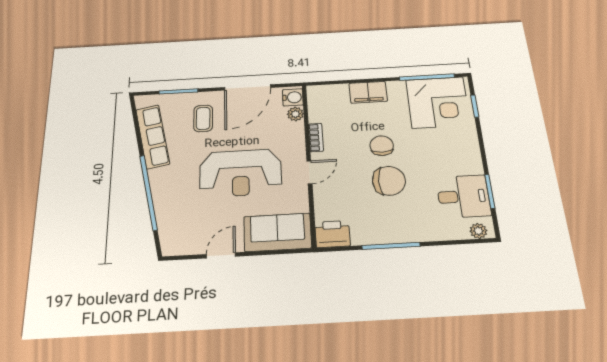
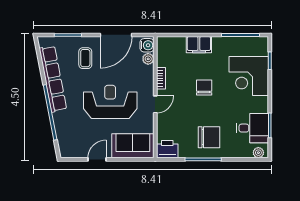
corner desk: (438, 102) -> (249, 76), moved, turned 90
row of seats: (153, 137) -> (53, 79), width x1.36
reception desk: (241, 173) -> (110, 102), turned 180
chair: (389, 181) -> (209, 137), moved

